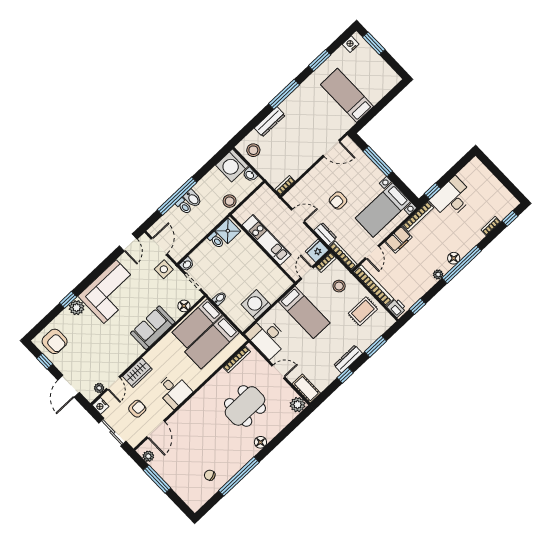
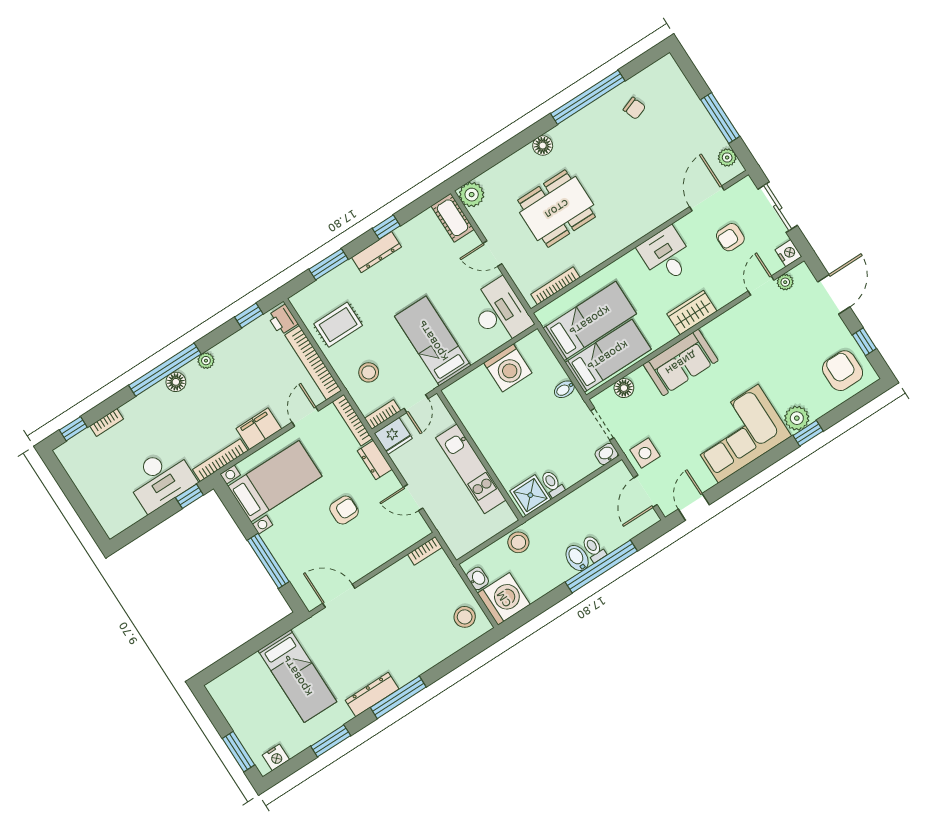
dresser: (270, 122) -> (372, 695), moved
wardrobe: (137, 373) -> (692, 313), moved

